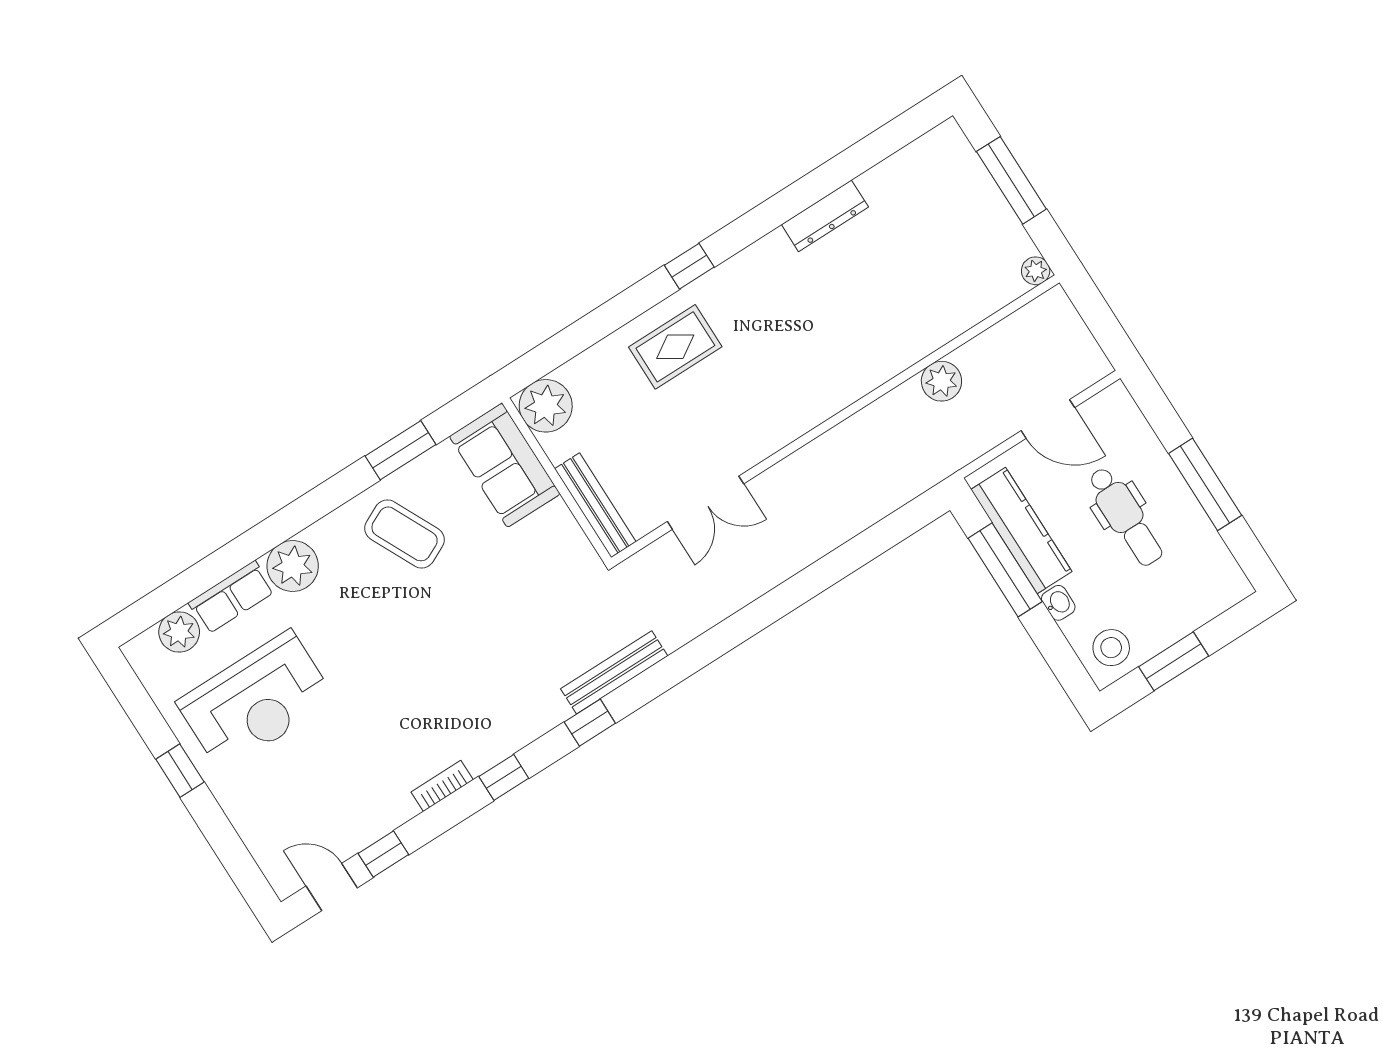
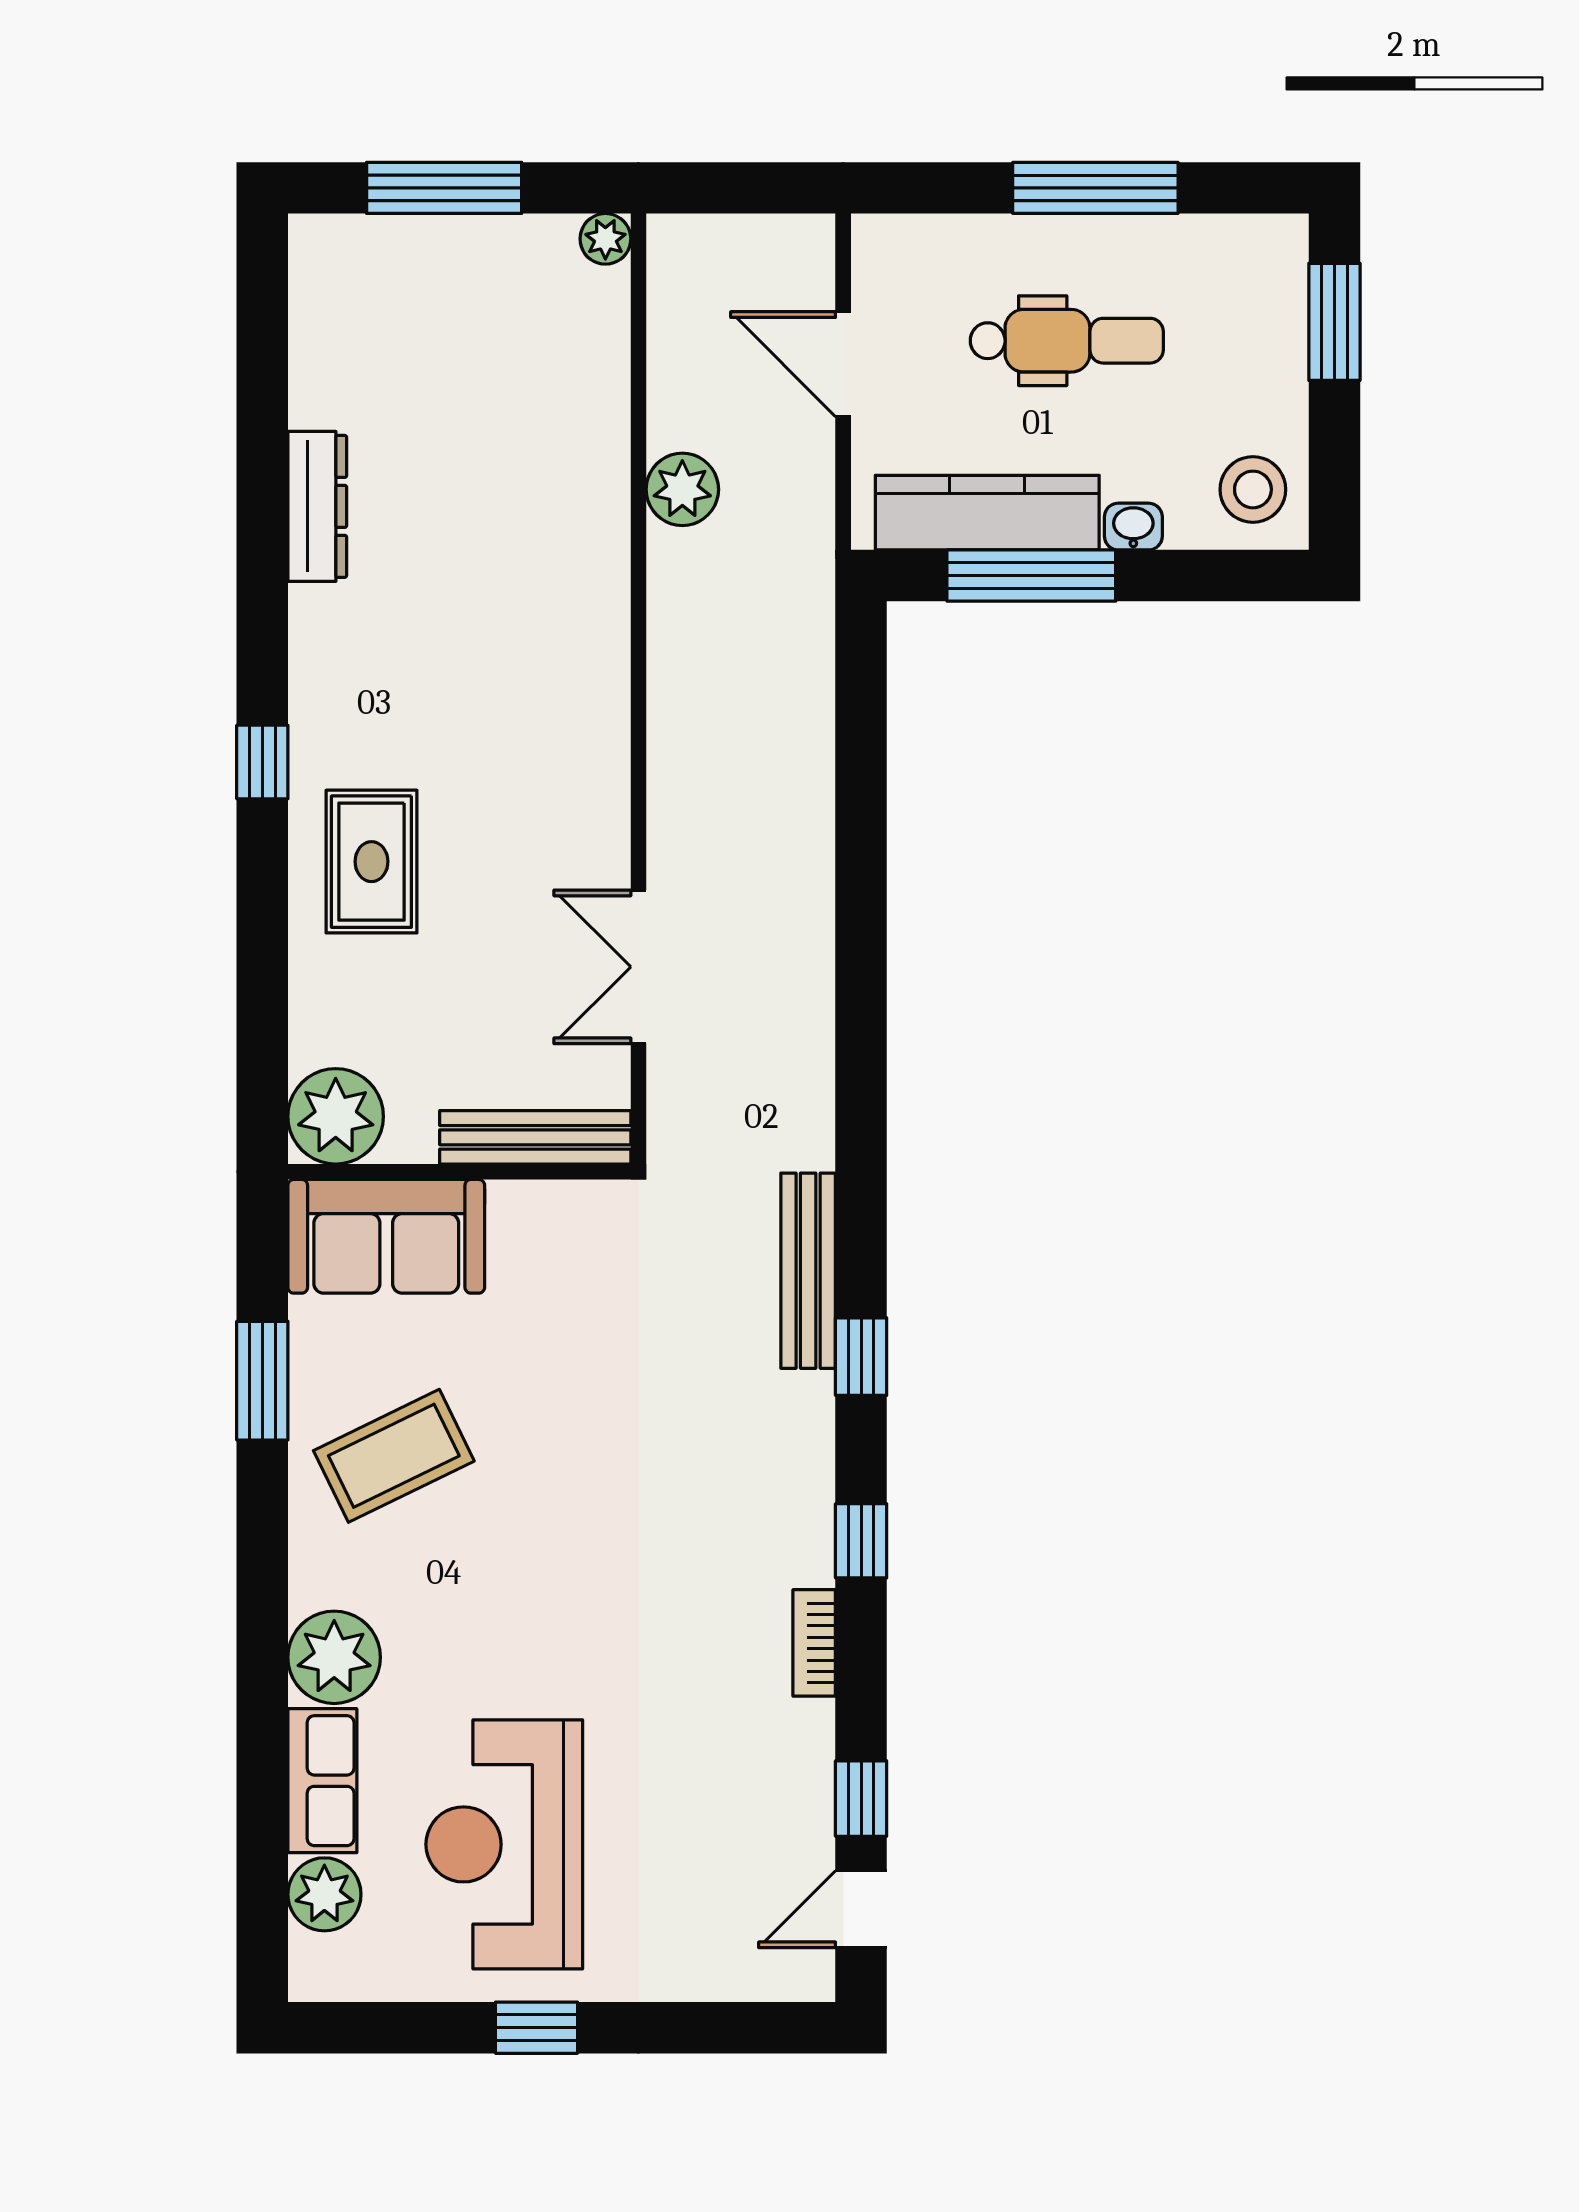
door: (1048, 419) -> (843, 364), swing flipped
double door: (706, 503) -> (638, 967), swing flipped
window: (1174, 661) -> (1334, 322), moved
reception desk: (256, 701) -> (504, 1844), turned 180

